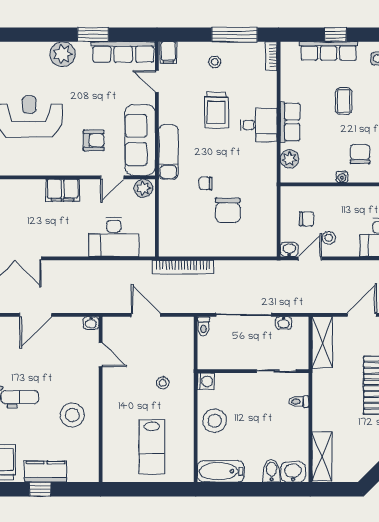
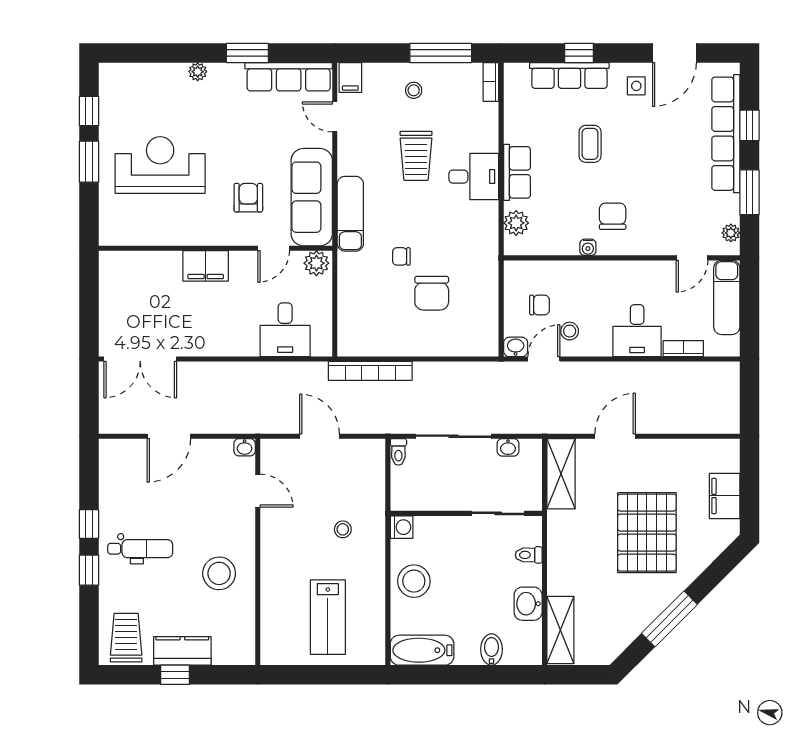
plant: (63, 54) -> (198, 72), width x0.53, depth x0.53
armchair: (94, 140) -> (248, 198), turned -90
desk: (114, 237) -> (285, 330), width x0.73
washbasin: (293, 472) -> (528, 604), moved, turned -90

